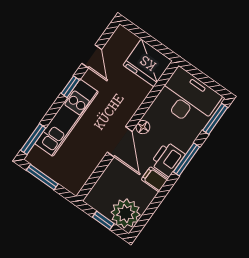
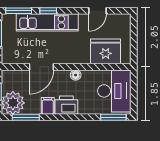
fridge: (148, 63) -> (106, 51), moved, turned 90
window: (70, 87) -> (48, 11), moved
door: (120, 142) -> (41, 67), moved
window: (187, 159) -> (26, 117), moved

